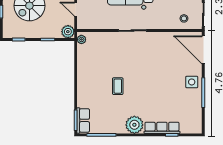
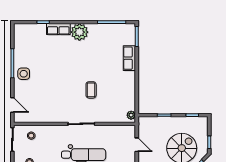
plant: (68, 32) -> (144, 123), removed
door: (203, 50) -> (12, 105), width x0.53
coffee table: (118, 86) -> (91, 90), moved
row of seats: (83, 120) -> (129, 58), moved
row of seats: (162, 128) -> (58, 29), width x0.68

